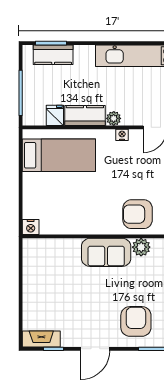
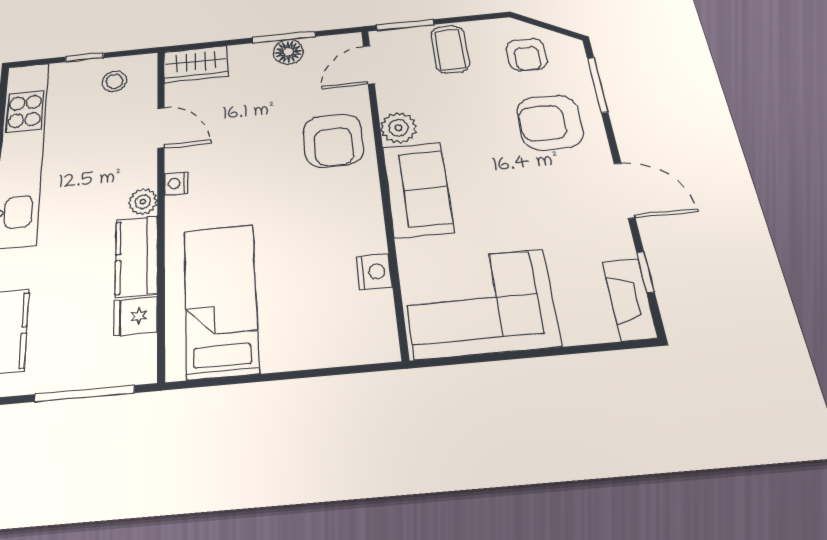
nightstand: (31, 227) -> (374, 272), moved
corner sofa: (46, 273) -> (480, 304), added

